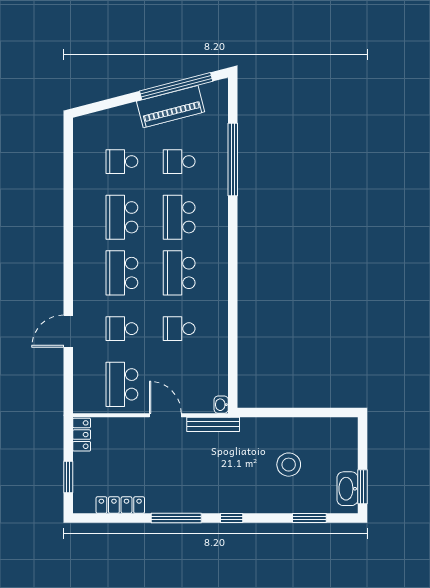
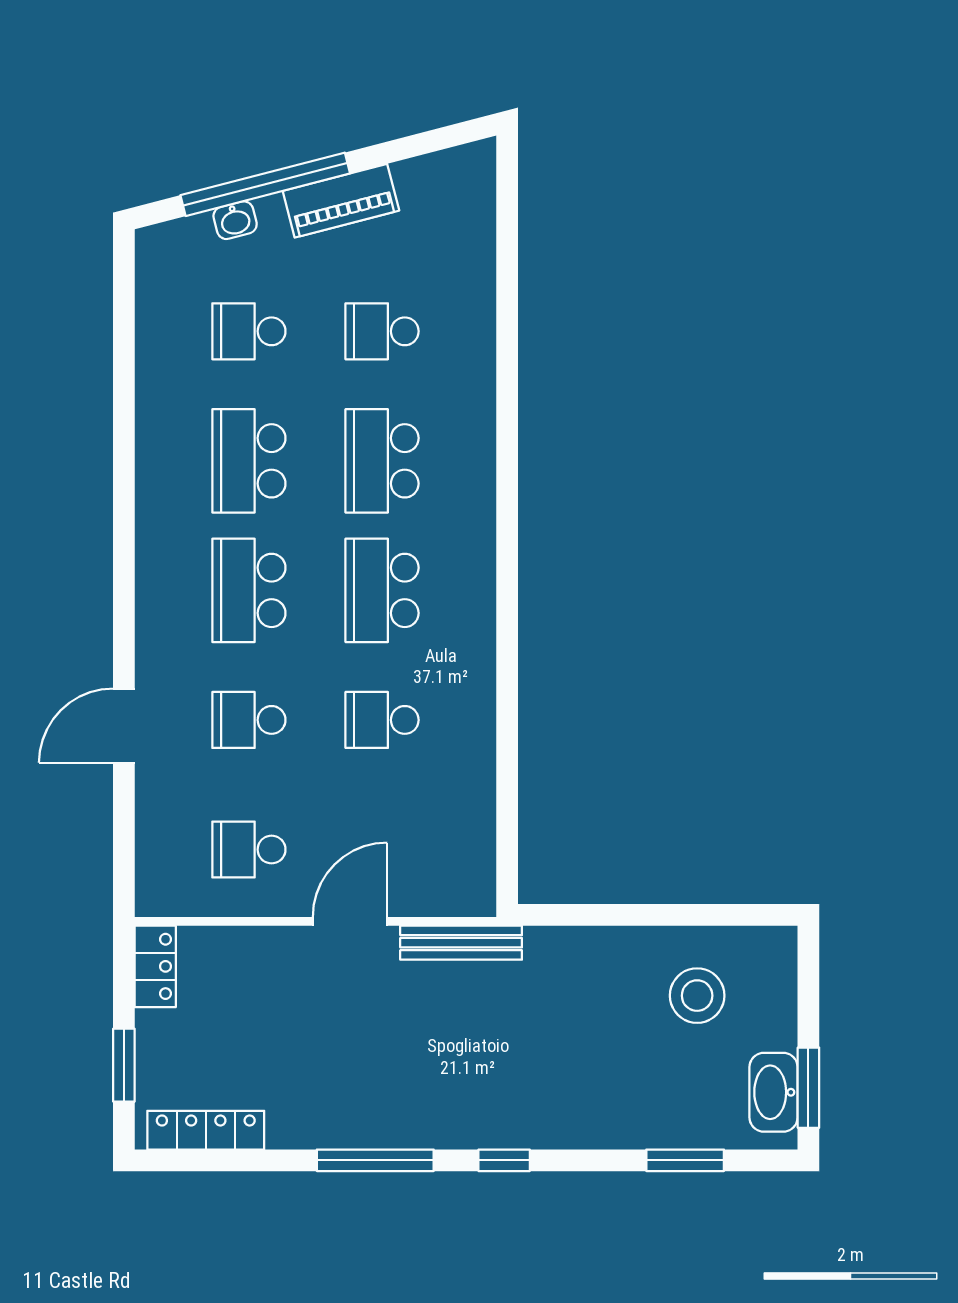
window: (176, 86) -> (265, 184), moved
piano: (171, 107) -> (341, 201), width x0.73, depth x0.75
window: (233, 159) -> (507, 326), removed
school desk: (122, 384) -> (249, 850), width x0.54
washbasin: (221, 405) -> (235, 220), moved, turned -105
door: (165, 415) -> (350, 921), hinge flipped
stool: (289, 465) -> (697, 996), moved
locker: (120, 505) -> (206, 1130), moved

